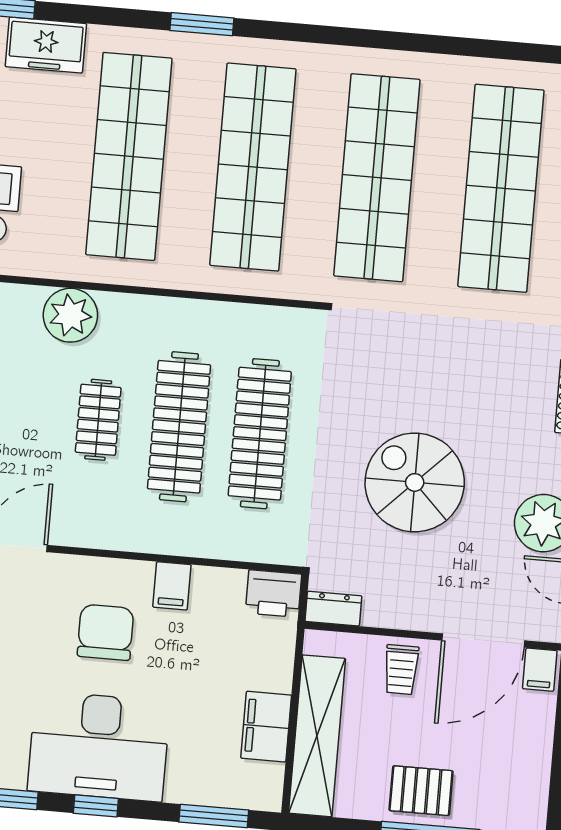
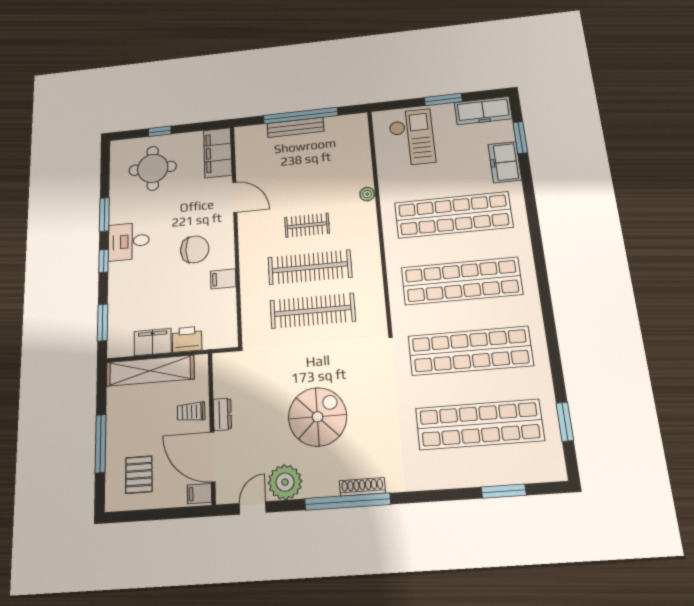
window: (202, 24) -> (565, 422), moved
plant: (70, 315) -> (367, 194), width x0.53, depth x0.53
spiral stairs: (415, 482) -> (318, 417), moved
printer: (273, 594) -> (187, 339), moved, turned 90
dresser: (333, 609) -> (222, 414), moved
desk: (99, 746) -> (129, 241), width x0.53, depth x0.77
pallet: (421, 791) -> (139, 475), moved

